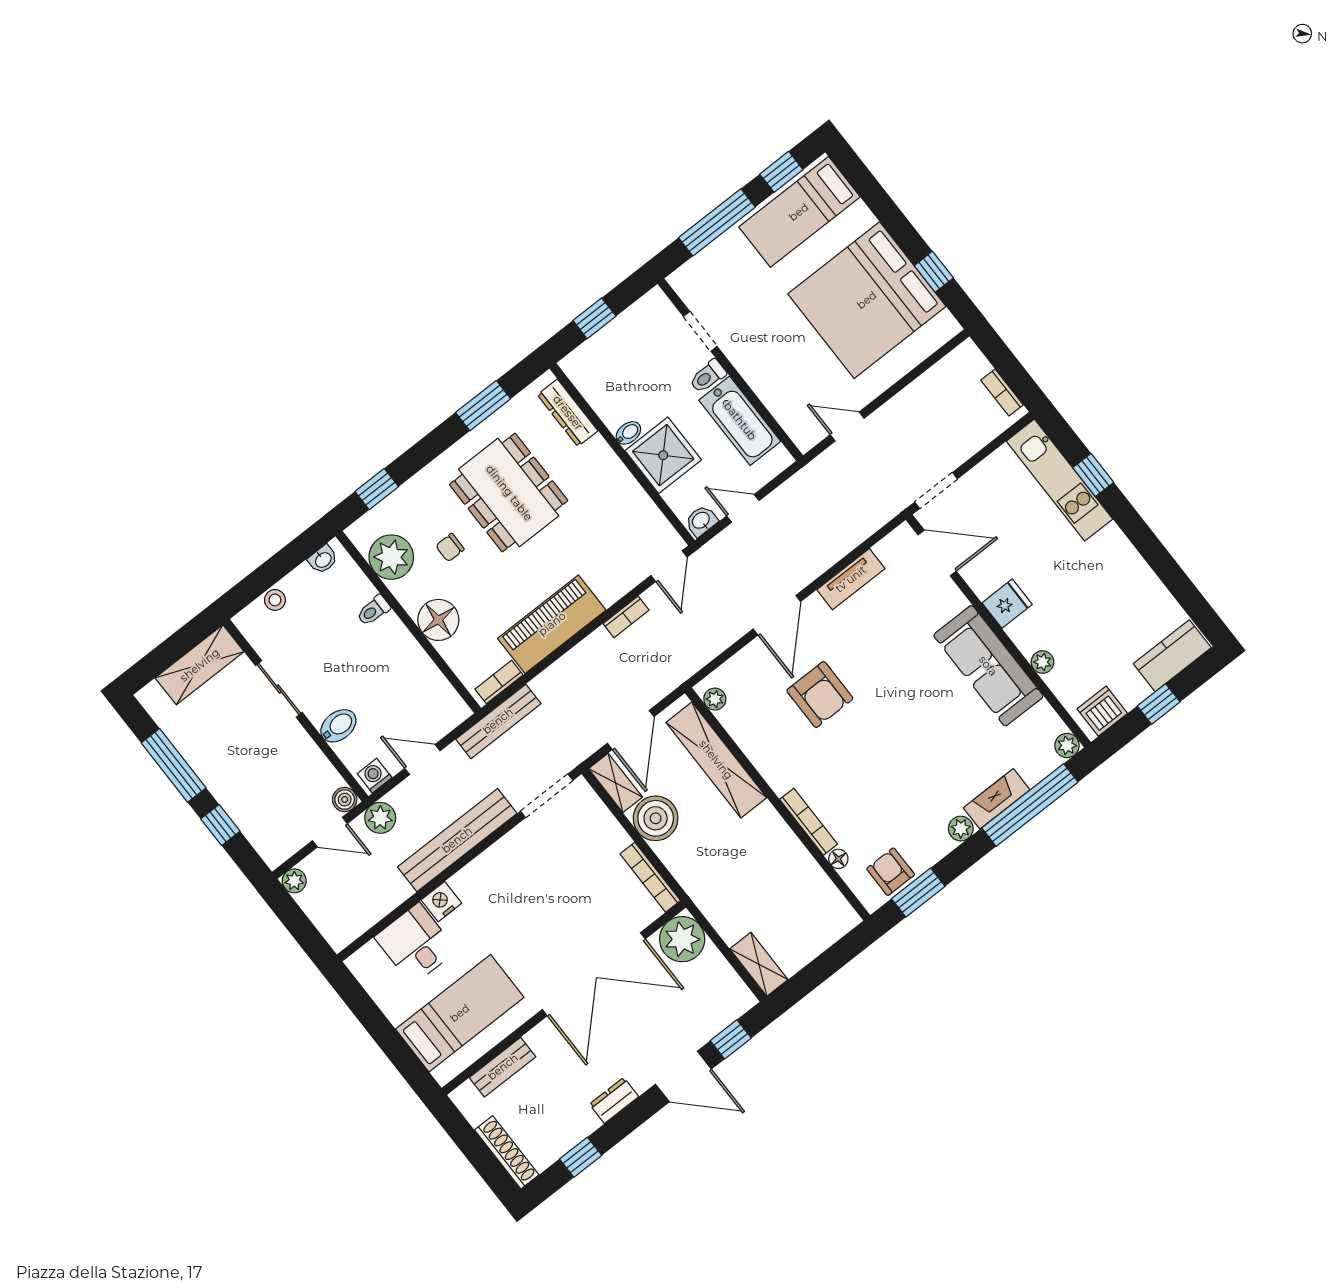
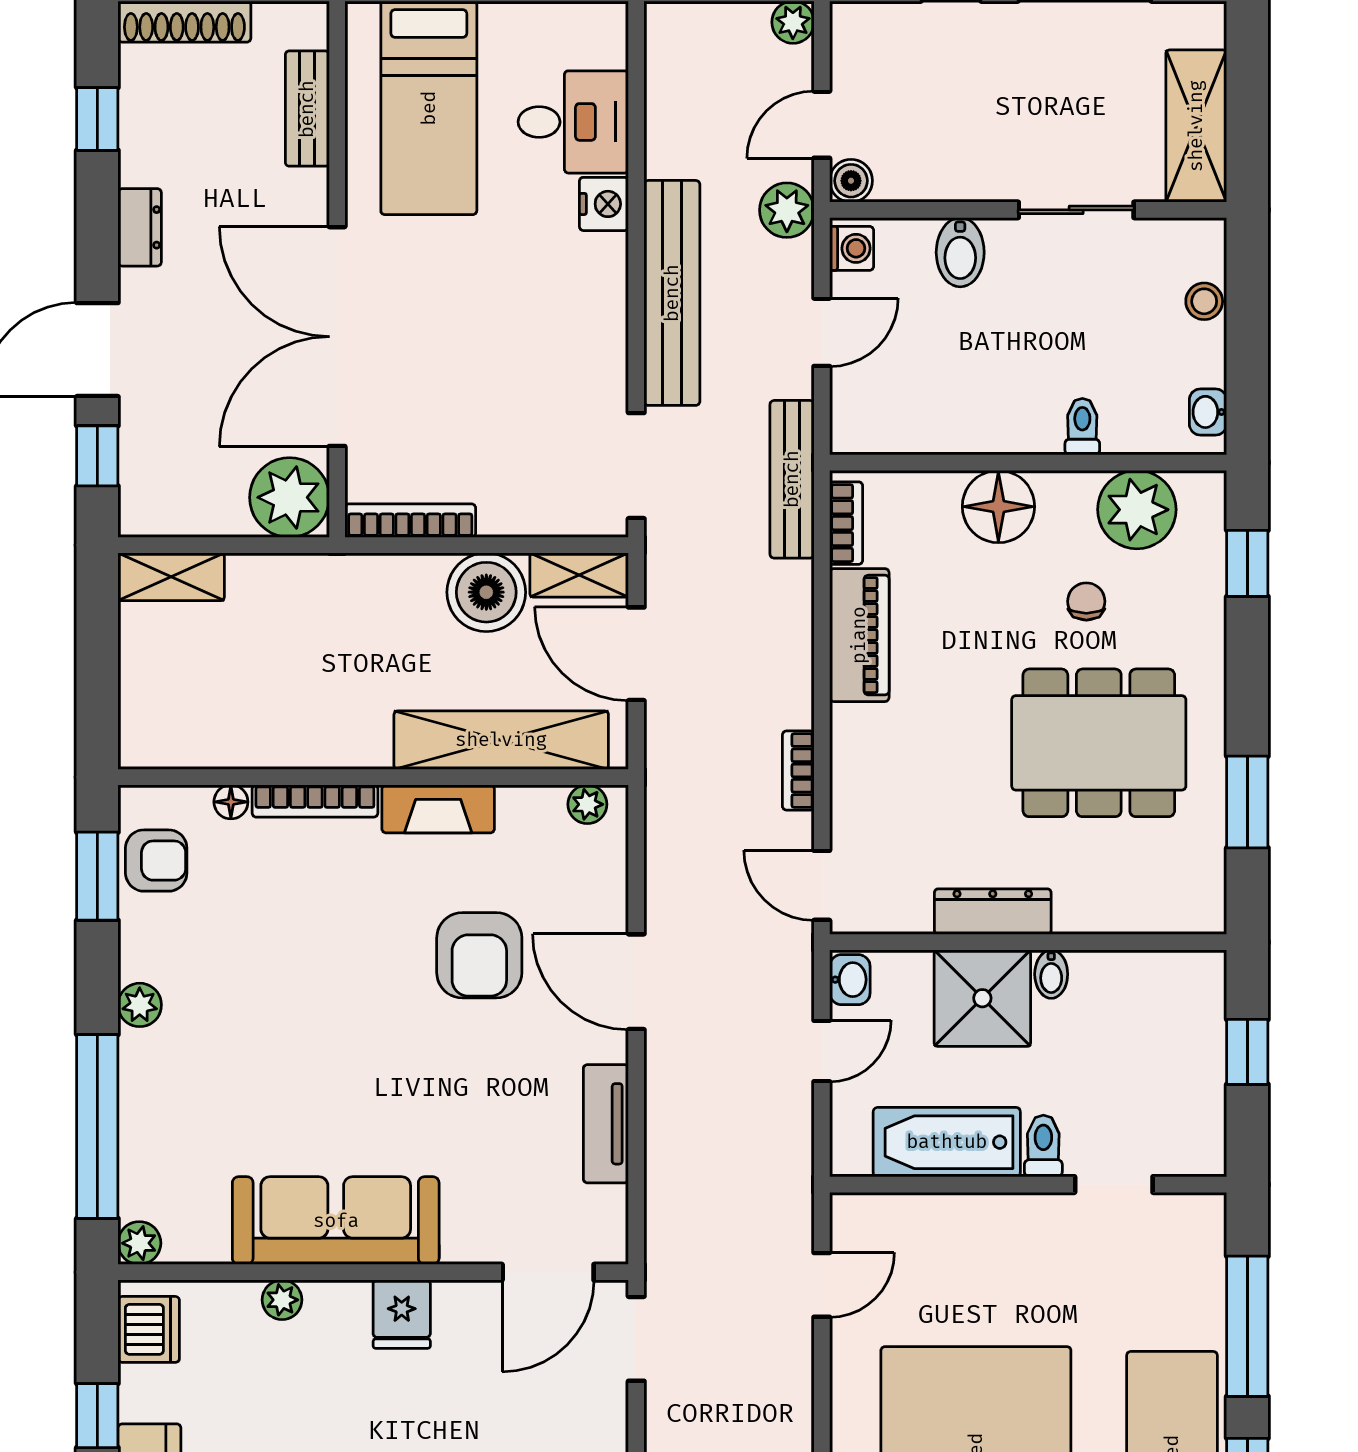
dresser: (568, 413) -> (993, 912), moved
piano: (552, 624) -> (859, 635), width x0.73, depth x0.75
armchair: (820, 694) -> (479, 955), turned -90
fireplace: (997, 799) -> (438, 809), moved, turned 90

